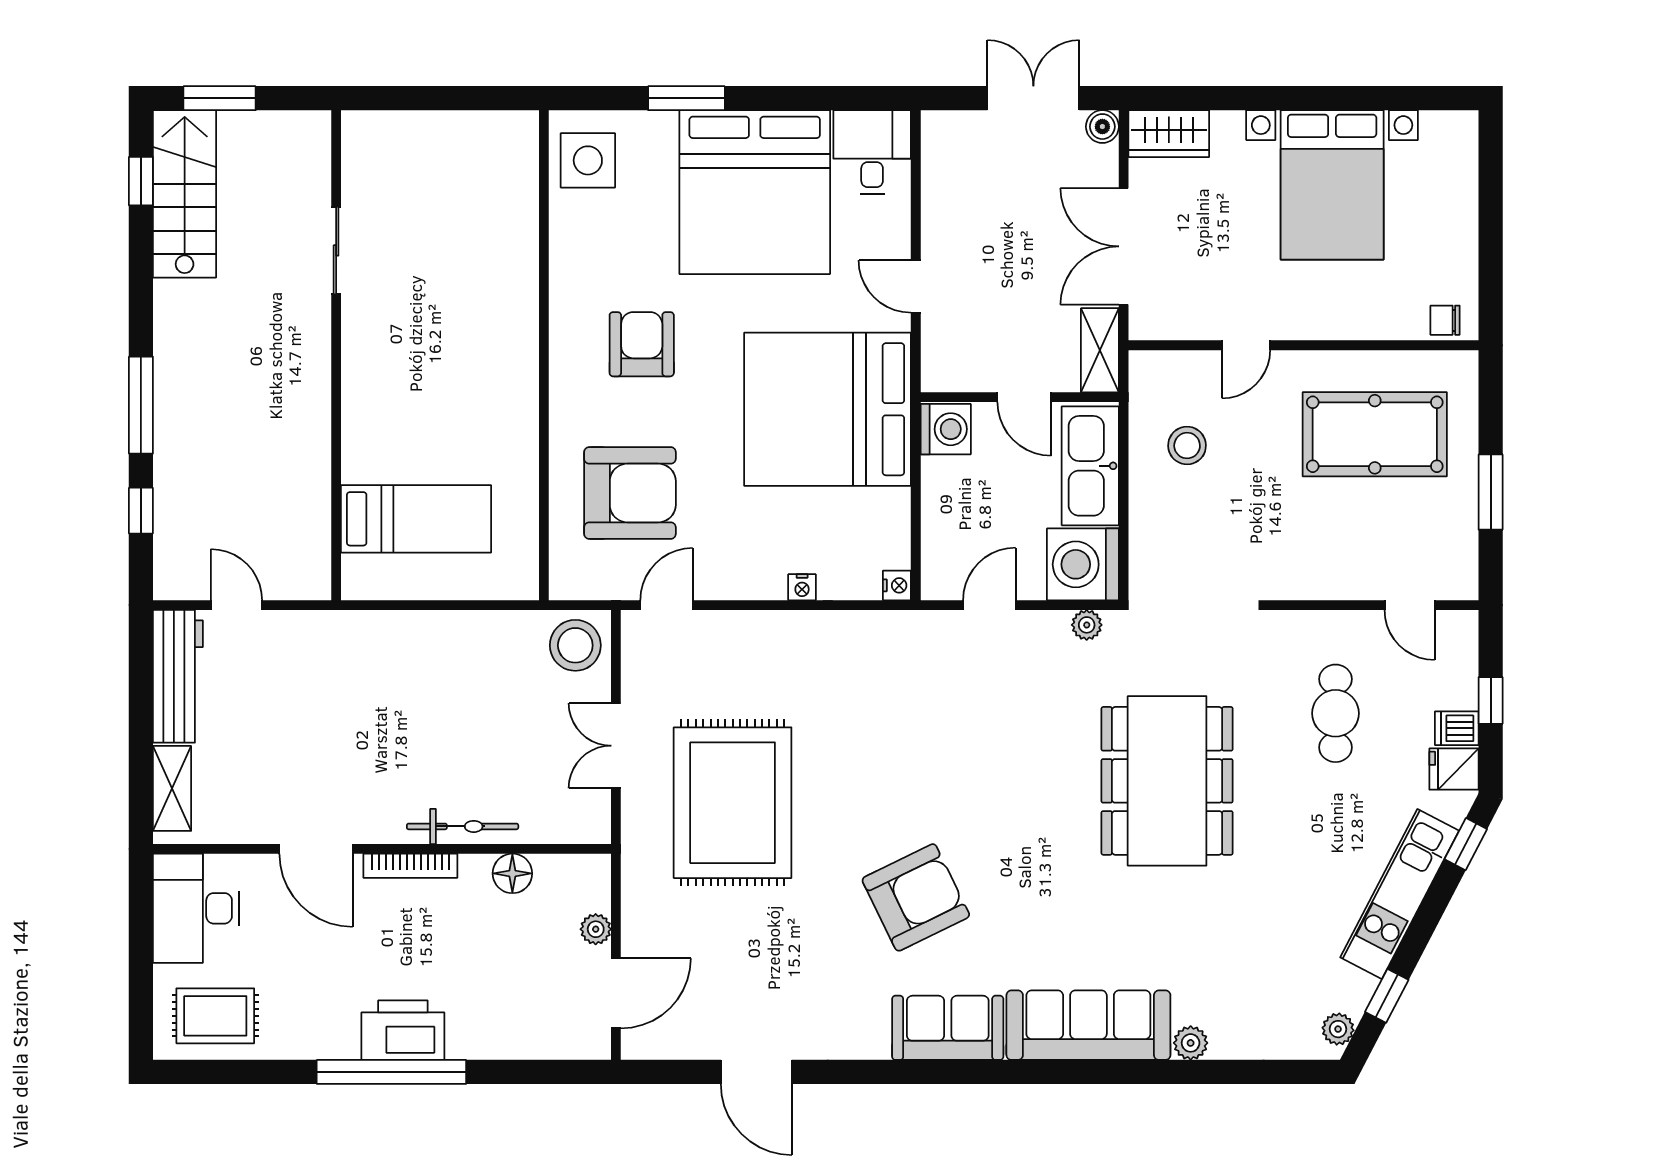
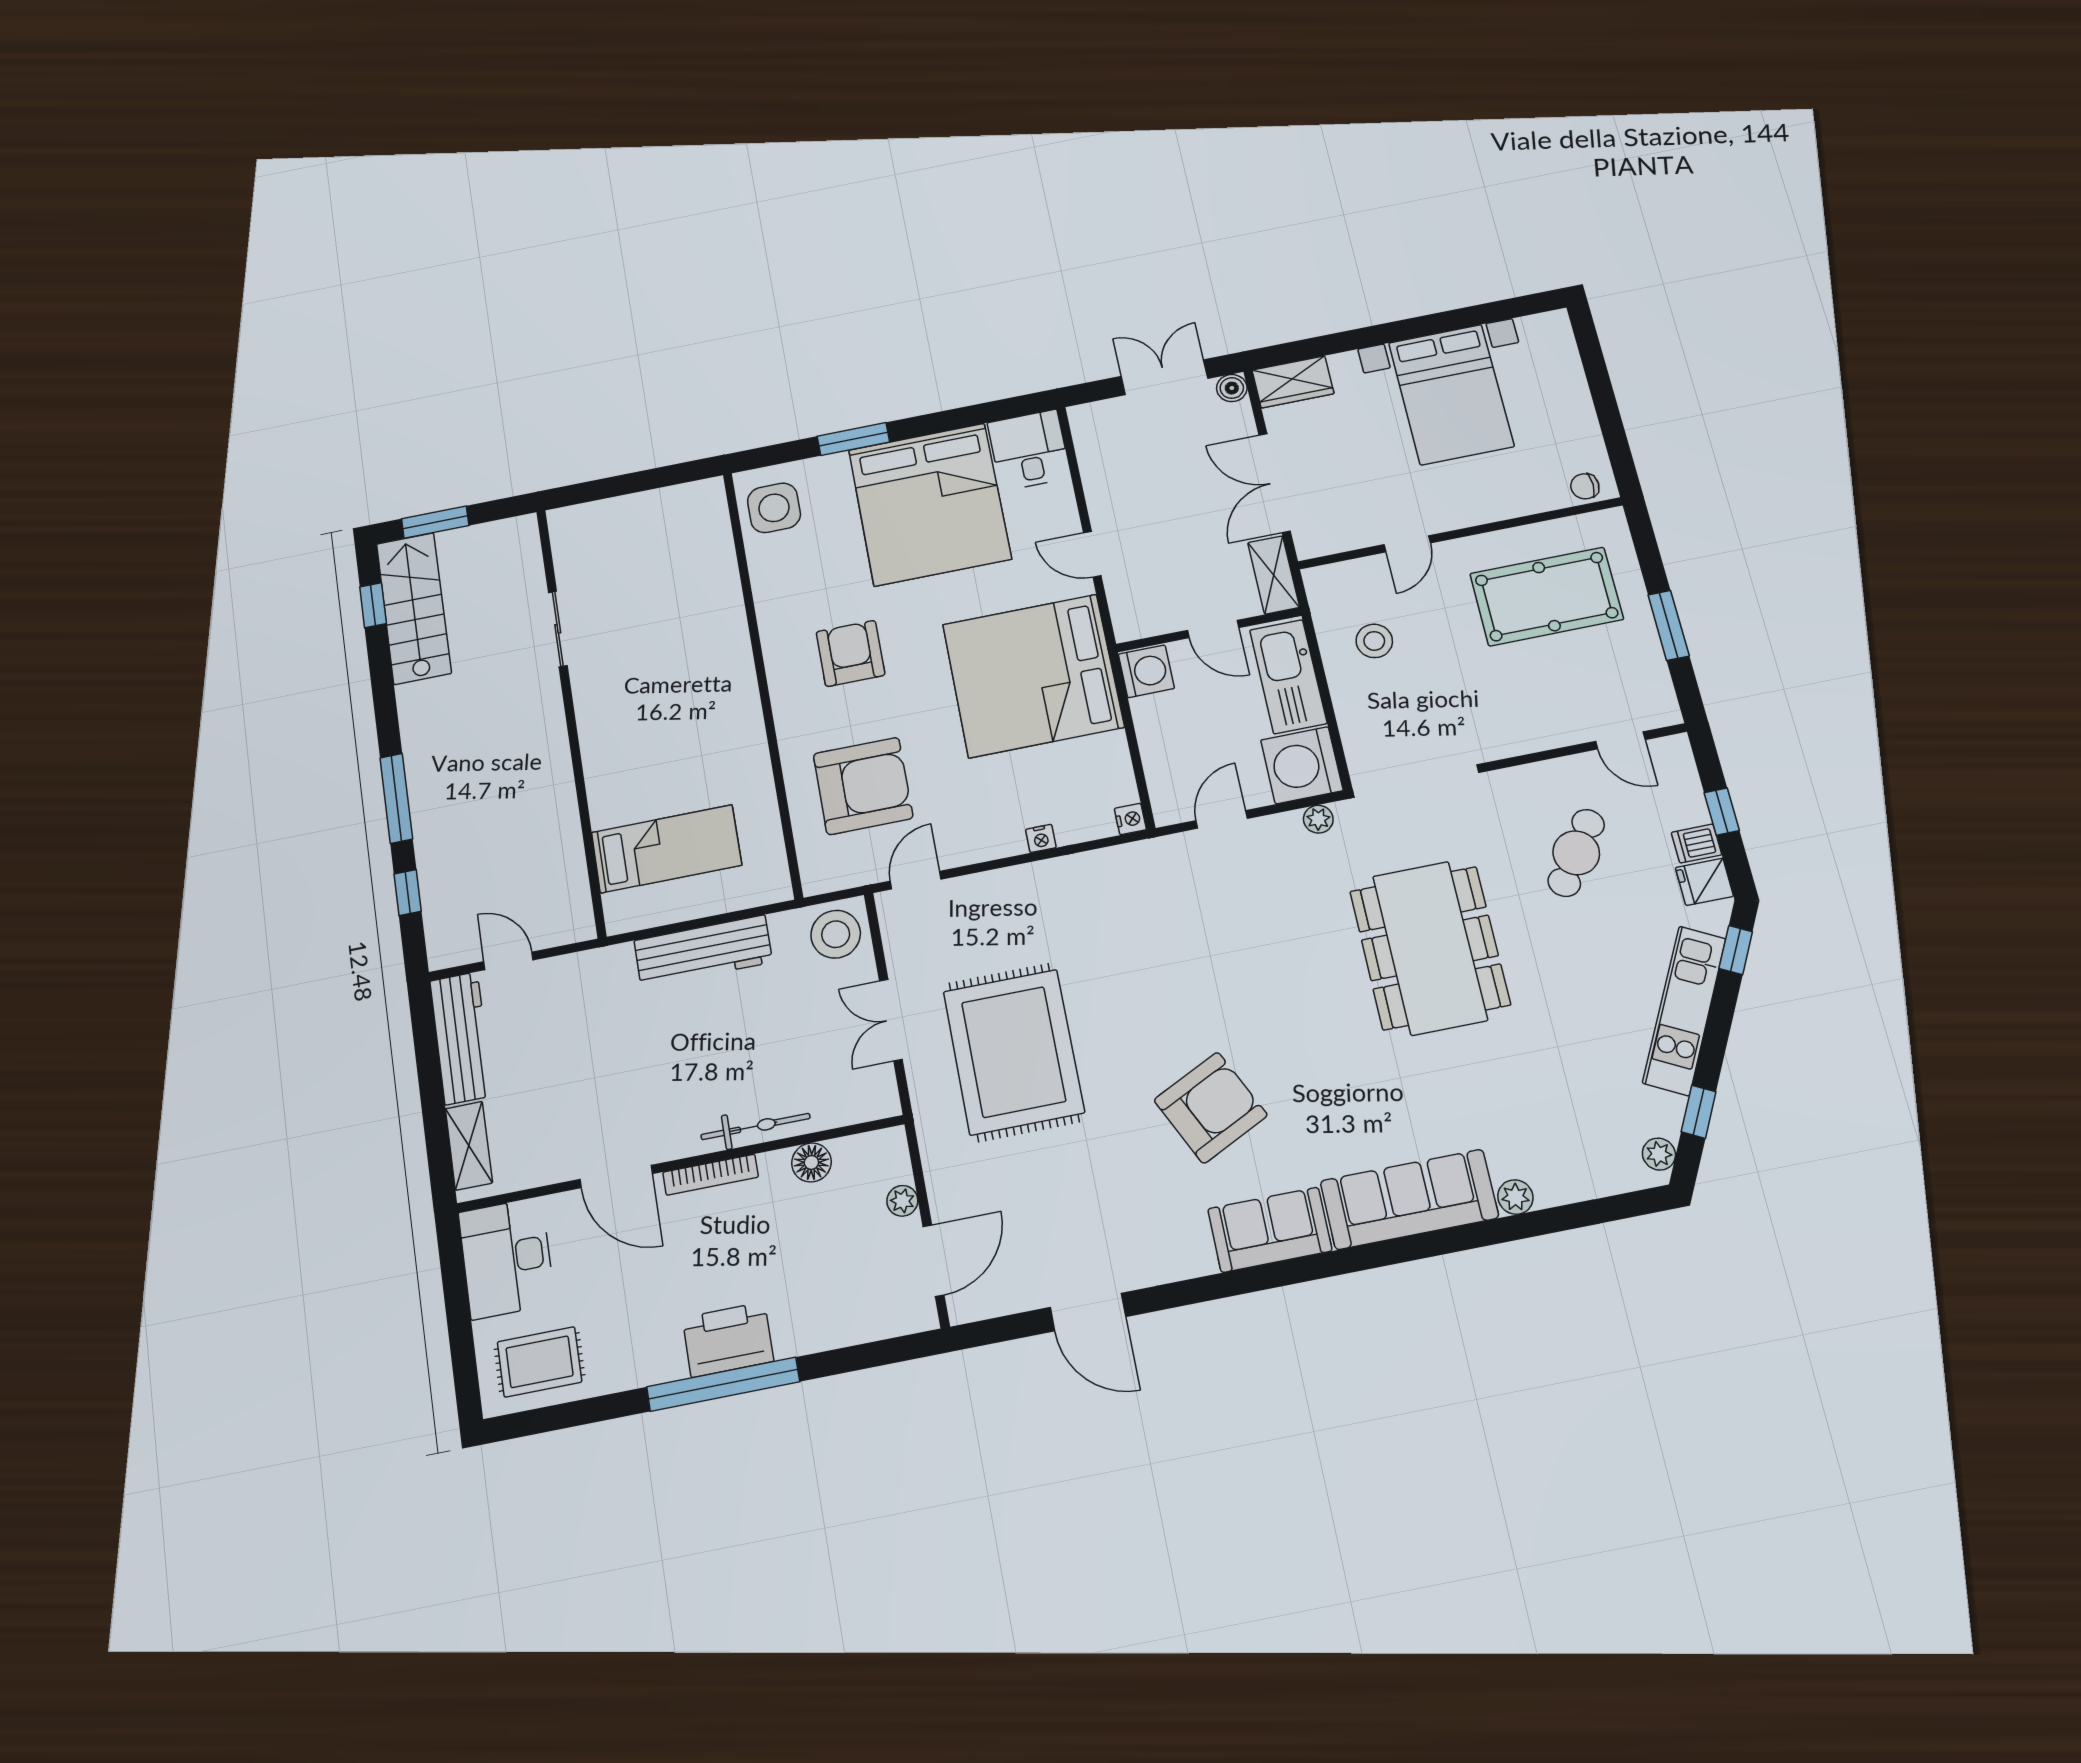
workbench: (438, 636) -> (703, 951), added
cafe table: (1336, 713) -> (1576, 853), turned 35

